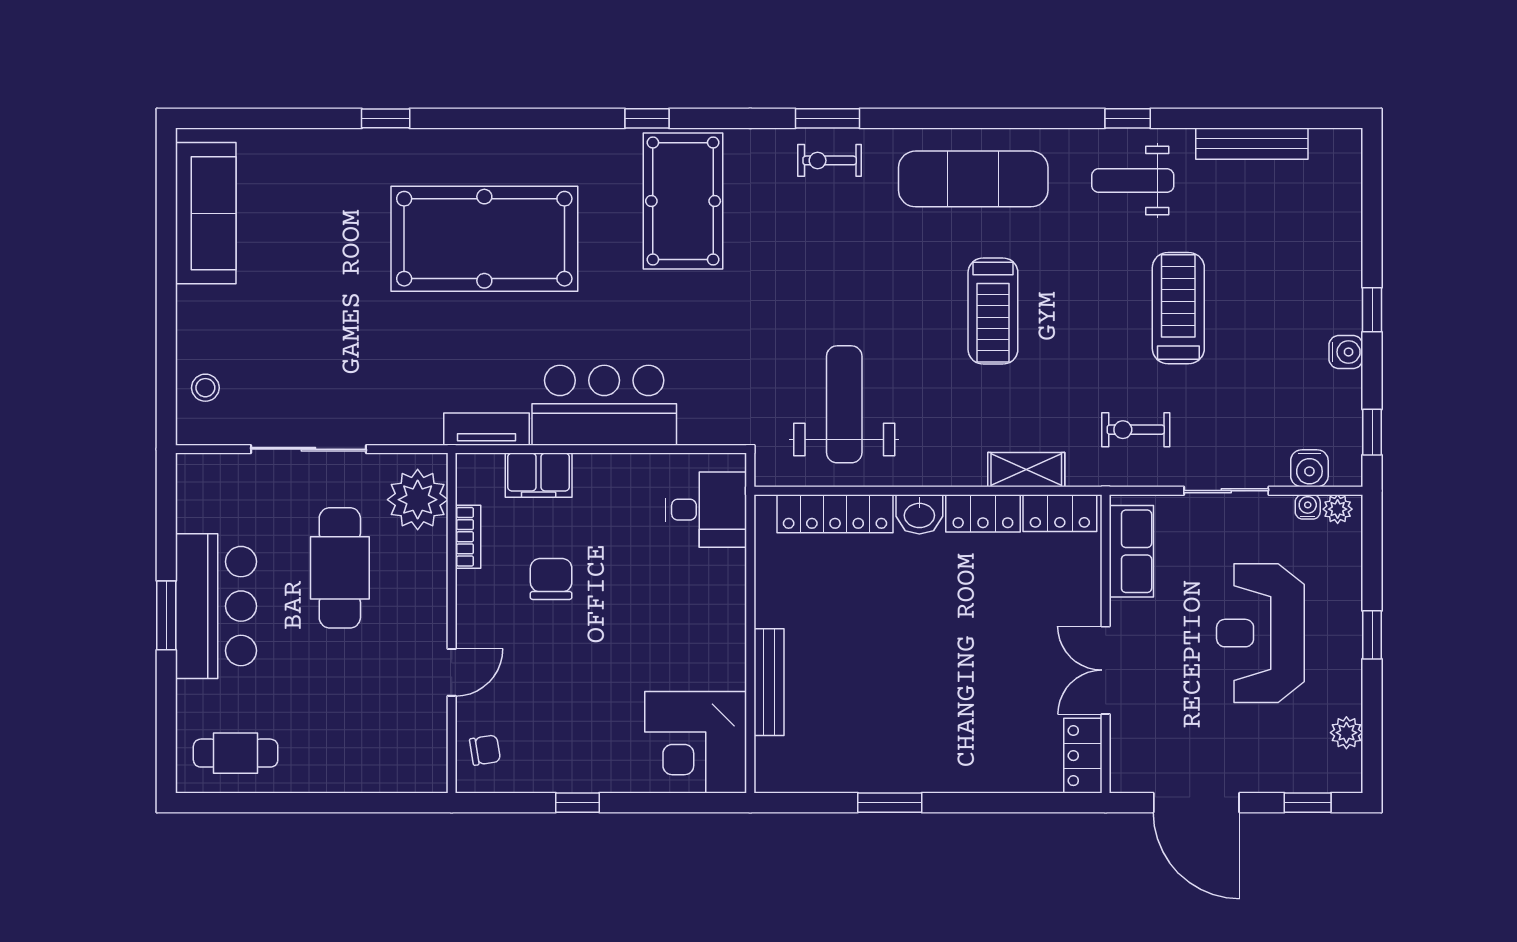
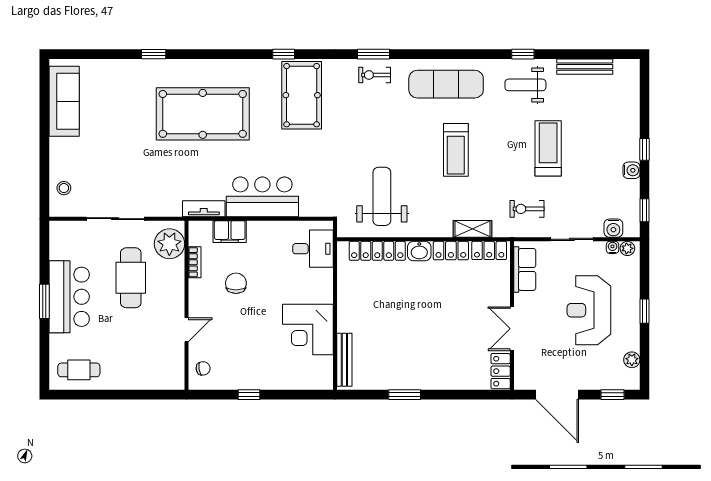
bench: (769, 682) -> (344, 360), moved
corner desk: (696, 742) -> (308, 329), moved

